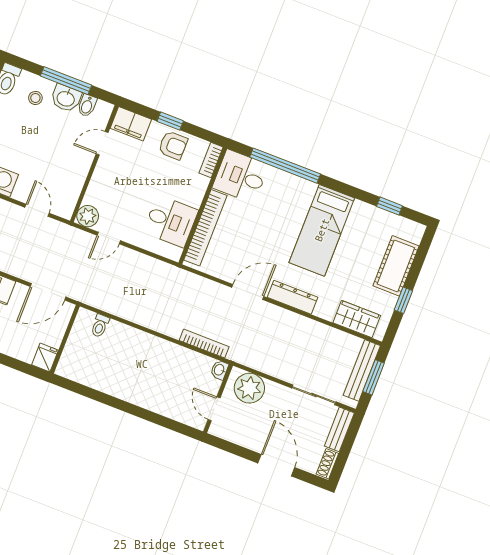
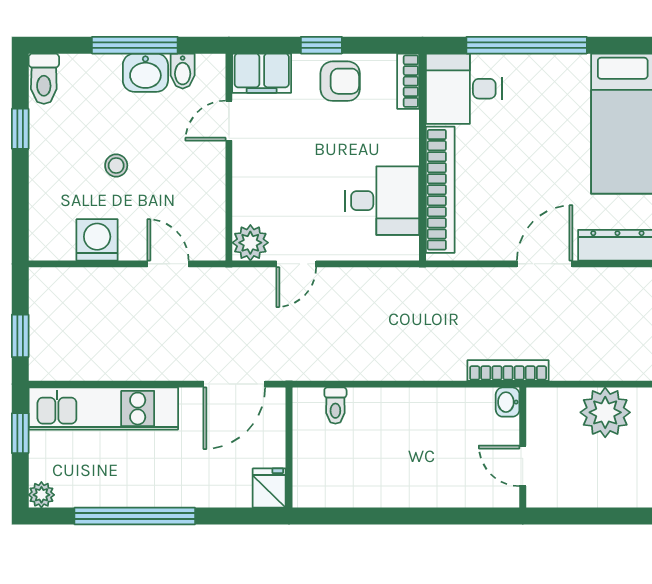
stool: (35, 98) -> (116, 165), moved
washbasin: (219, 370) -> (508, 402), moved
wall: (218, 399) -> (523, 448), moved
door: (214, 409) -> (523, 466), moved

